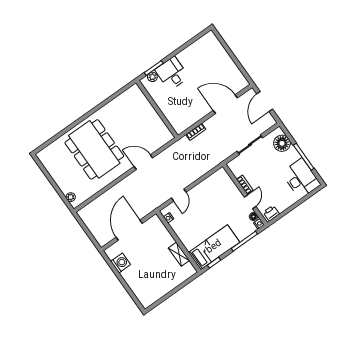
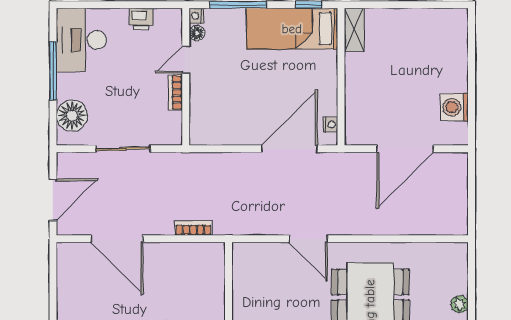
door: (179, 195) -> (289, 149), width x1.87
plant: (71, 197) -> (460, 304), moved
printer: (271, 213) -> (141, 19), moved
shelving: (179, 254) -> (354, 30), moved

